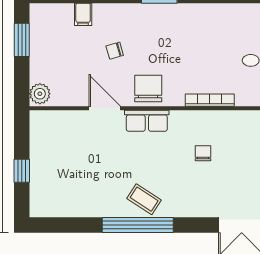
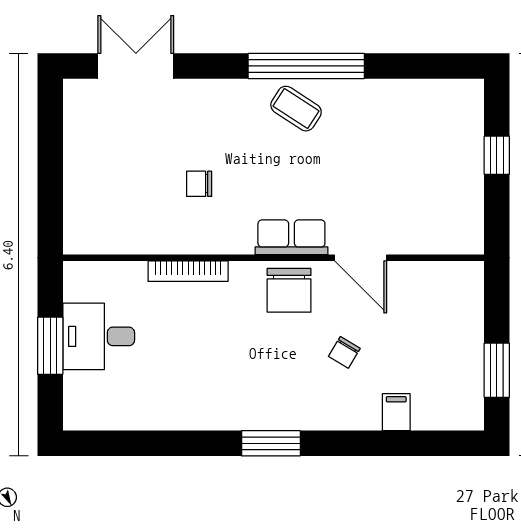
chair: (115, 51) -> (344, 352), turned 137
plant: (40, 94) -> (467, 282), removed
chair: (203, 153) -> (199, 184), turned 90

